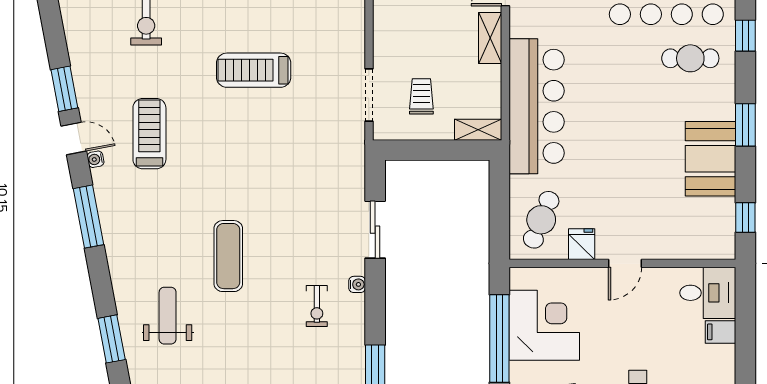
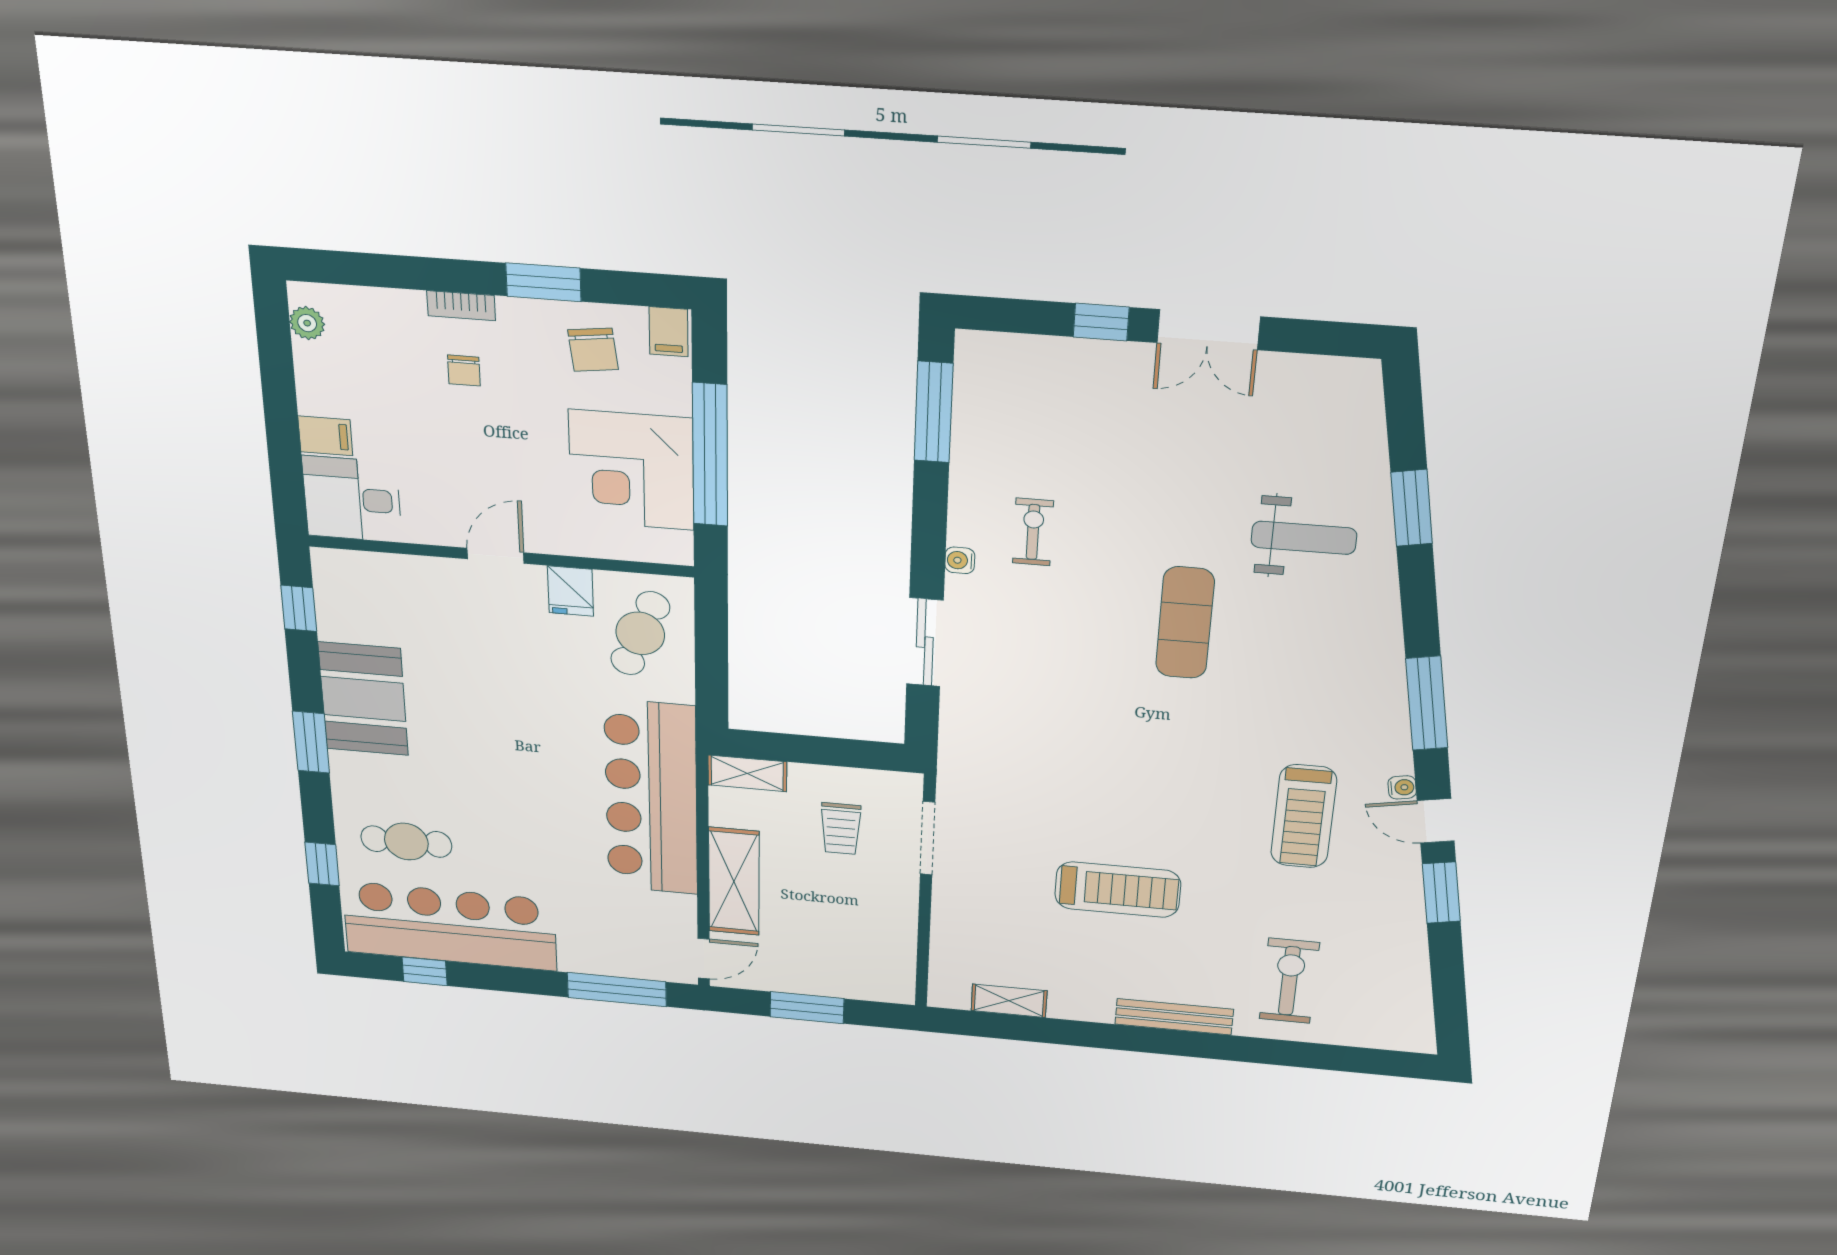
shelving: (490, 38) -> (734, 881), width x1.50, depth x1.33
weight bench: (168, 316) -> (1304, 538), turned -90

